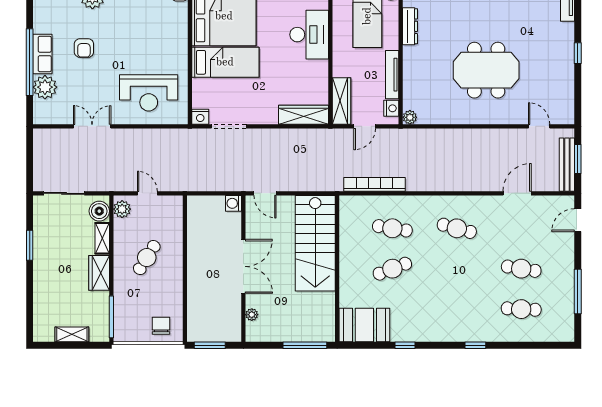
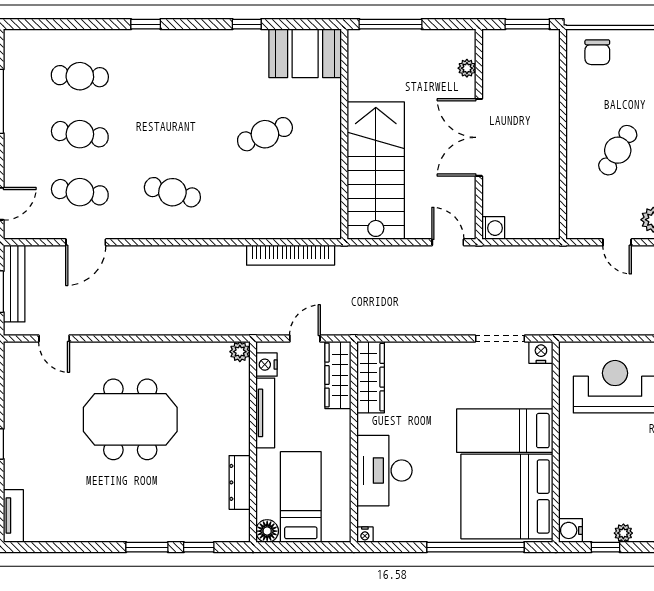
wardrobe: (304, 115) -> (371, 377), moved, turned -90
cafe table: (392, 228) -> (80, 192), moved

